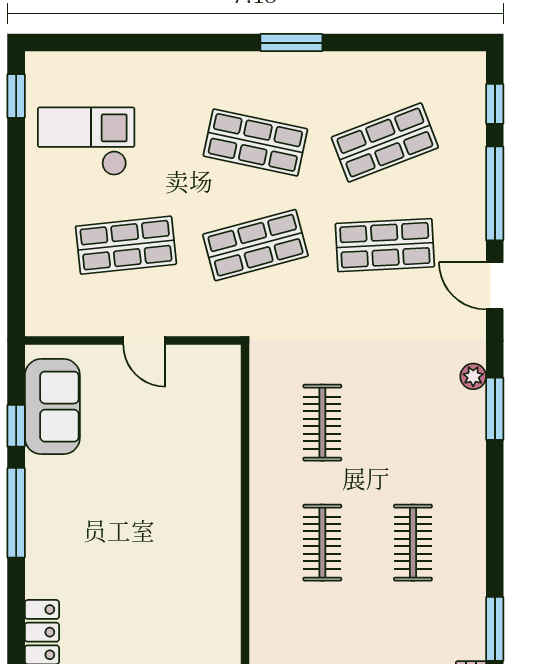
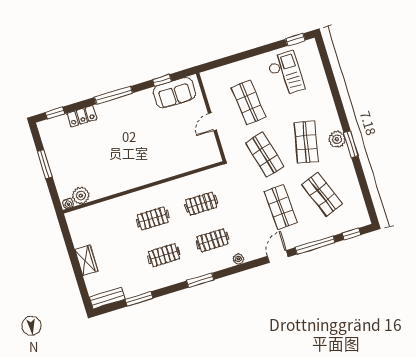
plant: (270, 71) -> (337, 139), added
window: (495, 409) -> (200, 280), moved
clothes rail: (413, 423) -> (212, 240), added
window: (16, 513) -> (114, 95), moved

